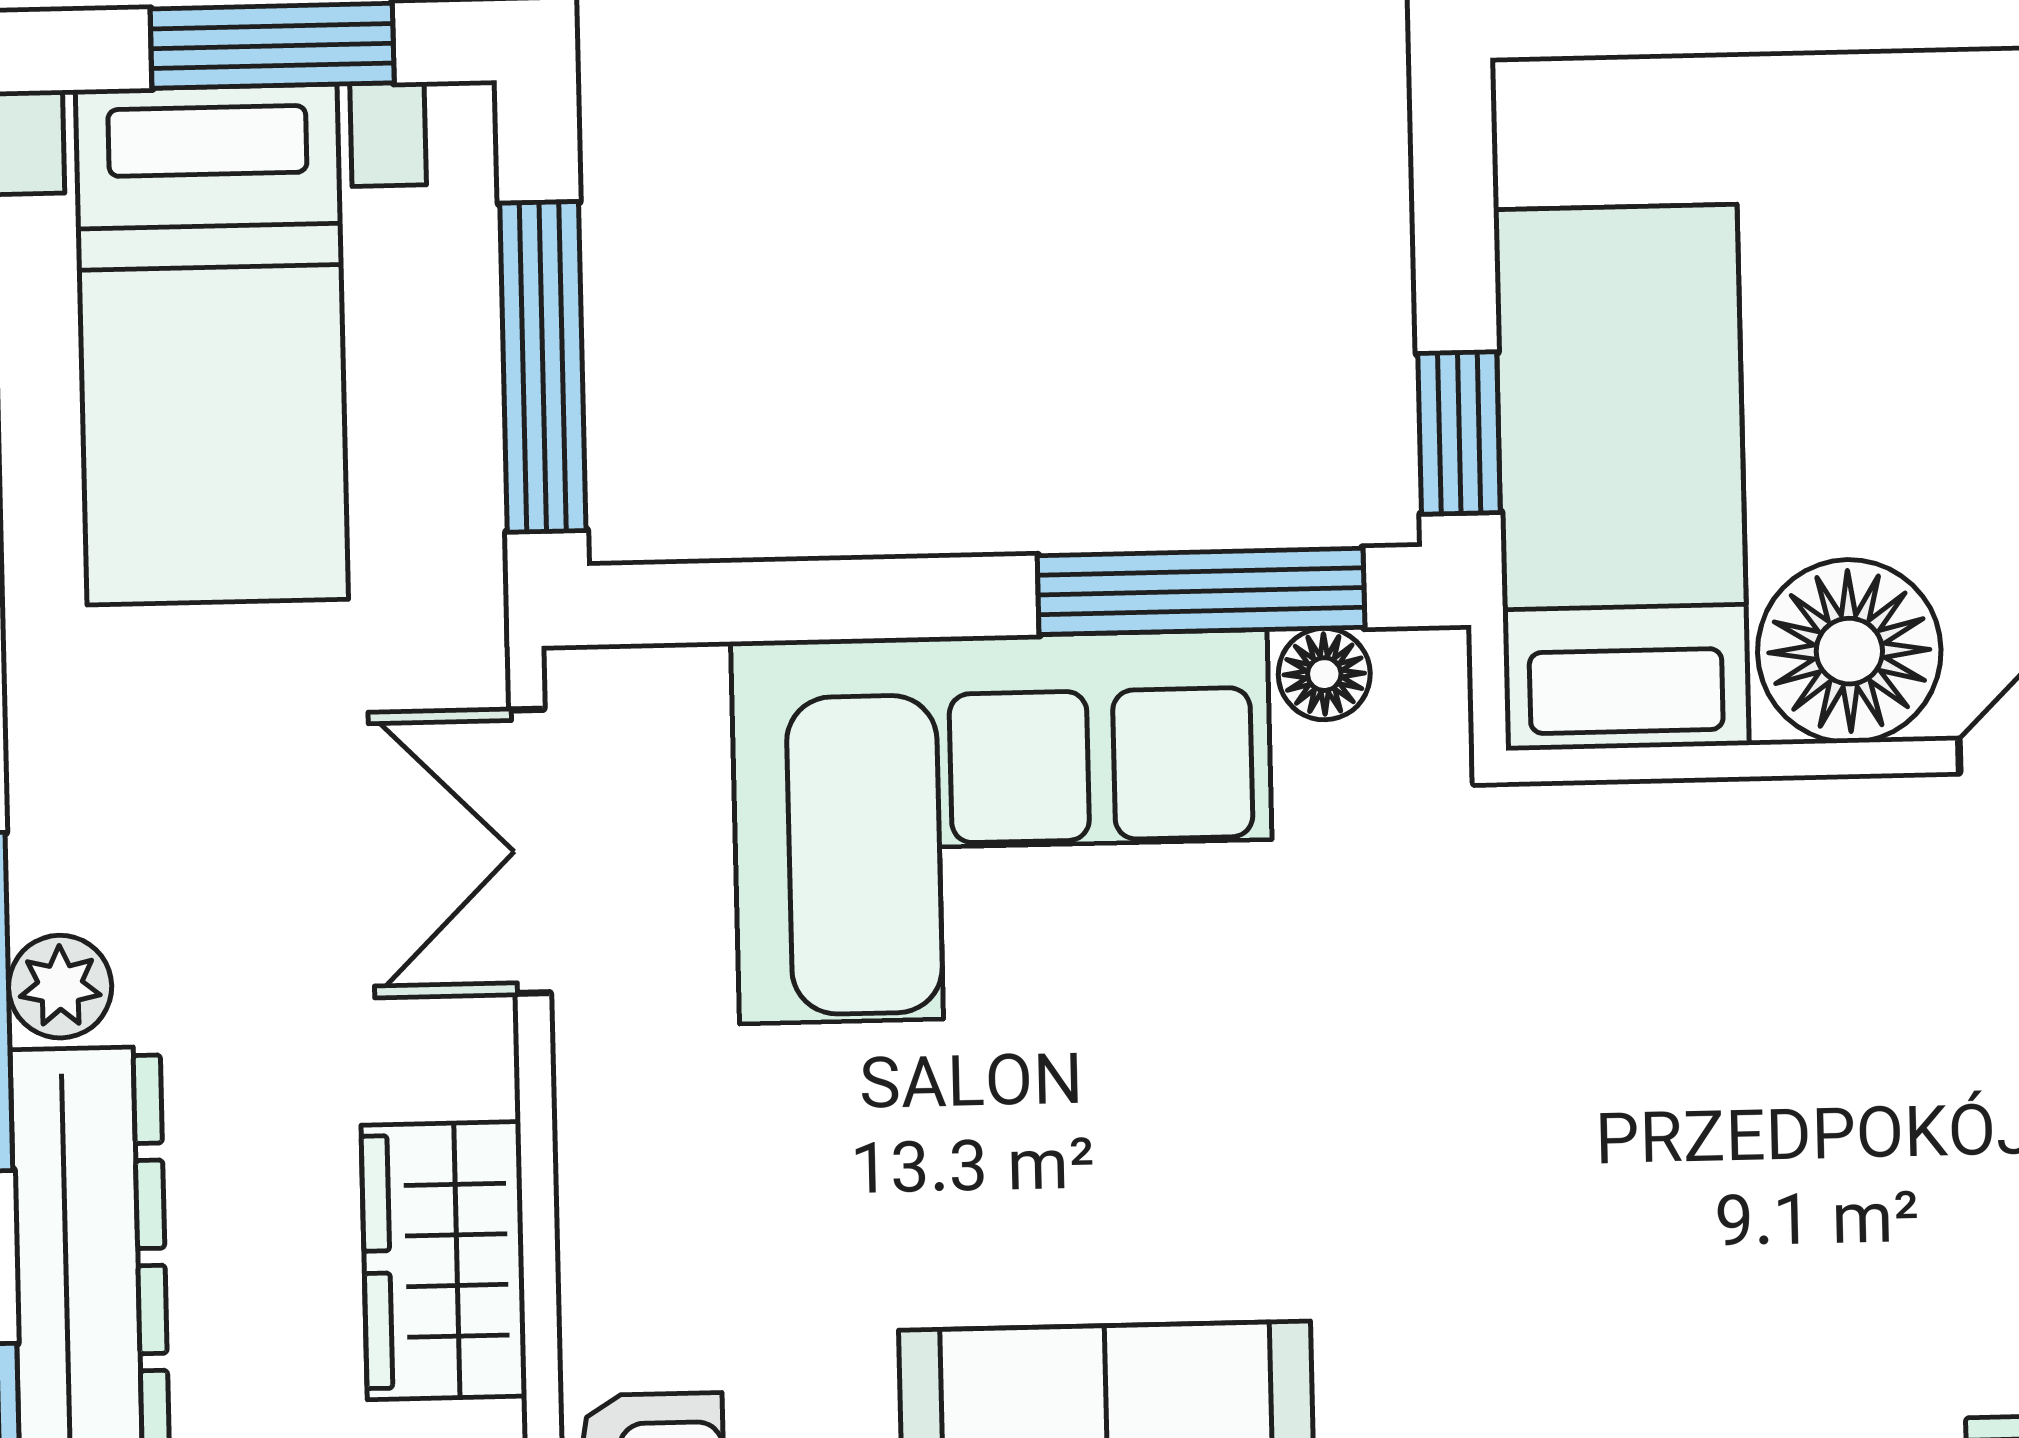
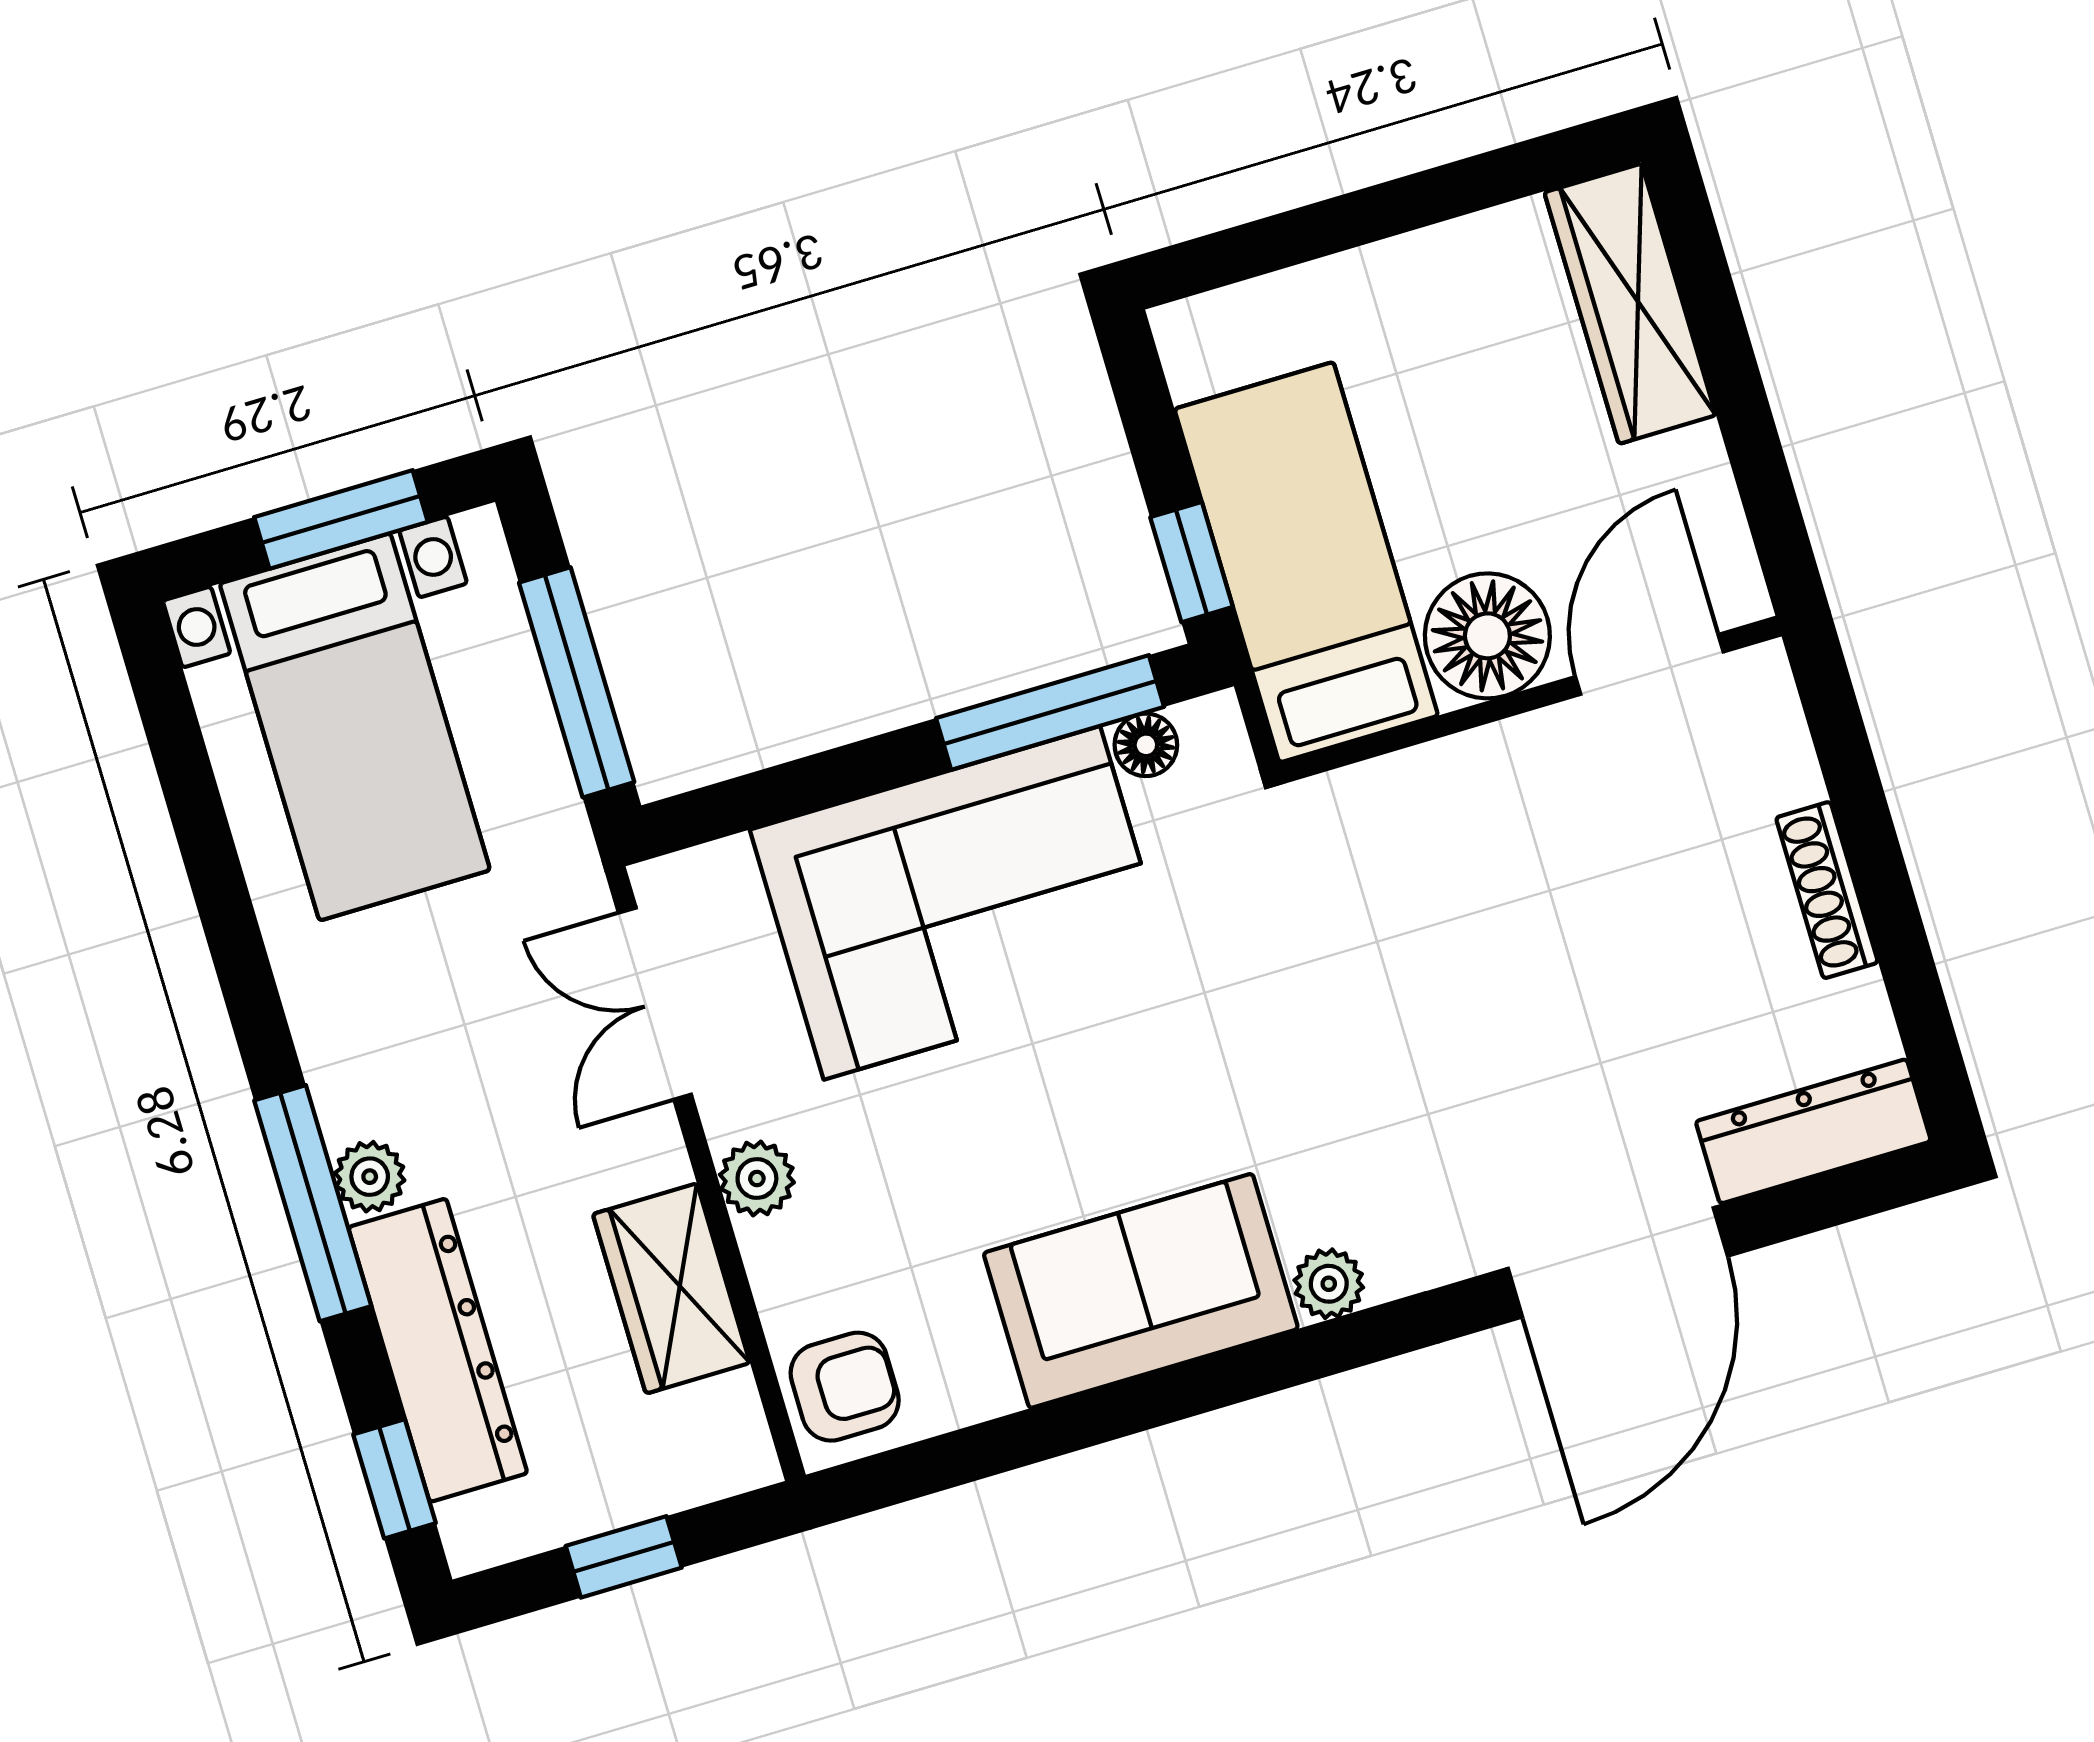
plant: (607, 1138) -> (757, 1179), added

